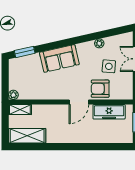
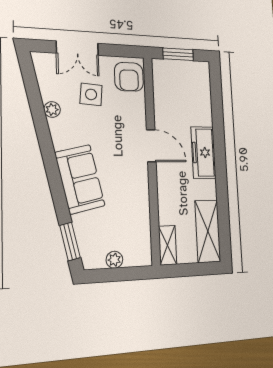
armchair: (100, 89) -> (129, 77), moved
plant: (13, 95) -> (114, 260), moved
freezer: (109, 112) -> (203, 152), moved, turned 180

